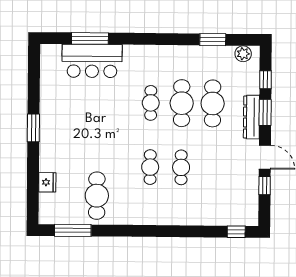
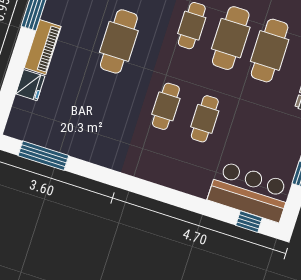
piano: (48, 152) -> (43, 47), added
cafe table: (97, 196) -> (119, 41), moved
bar counter: (230, 210) -> (249, 192), added

